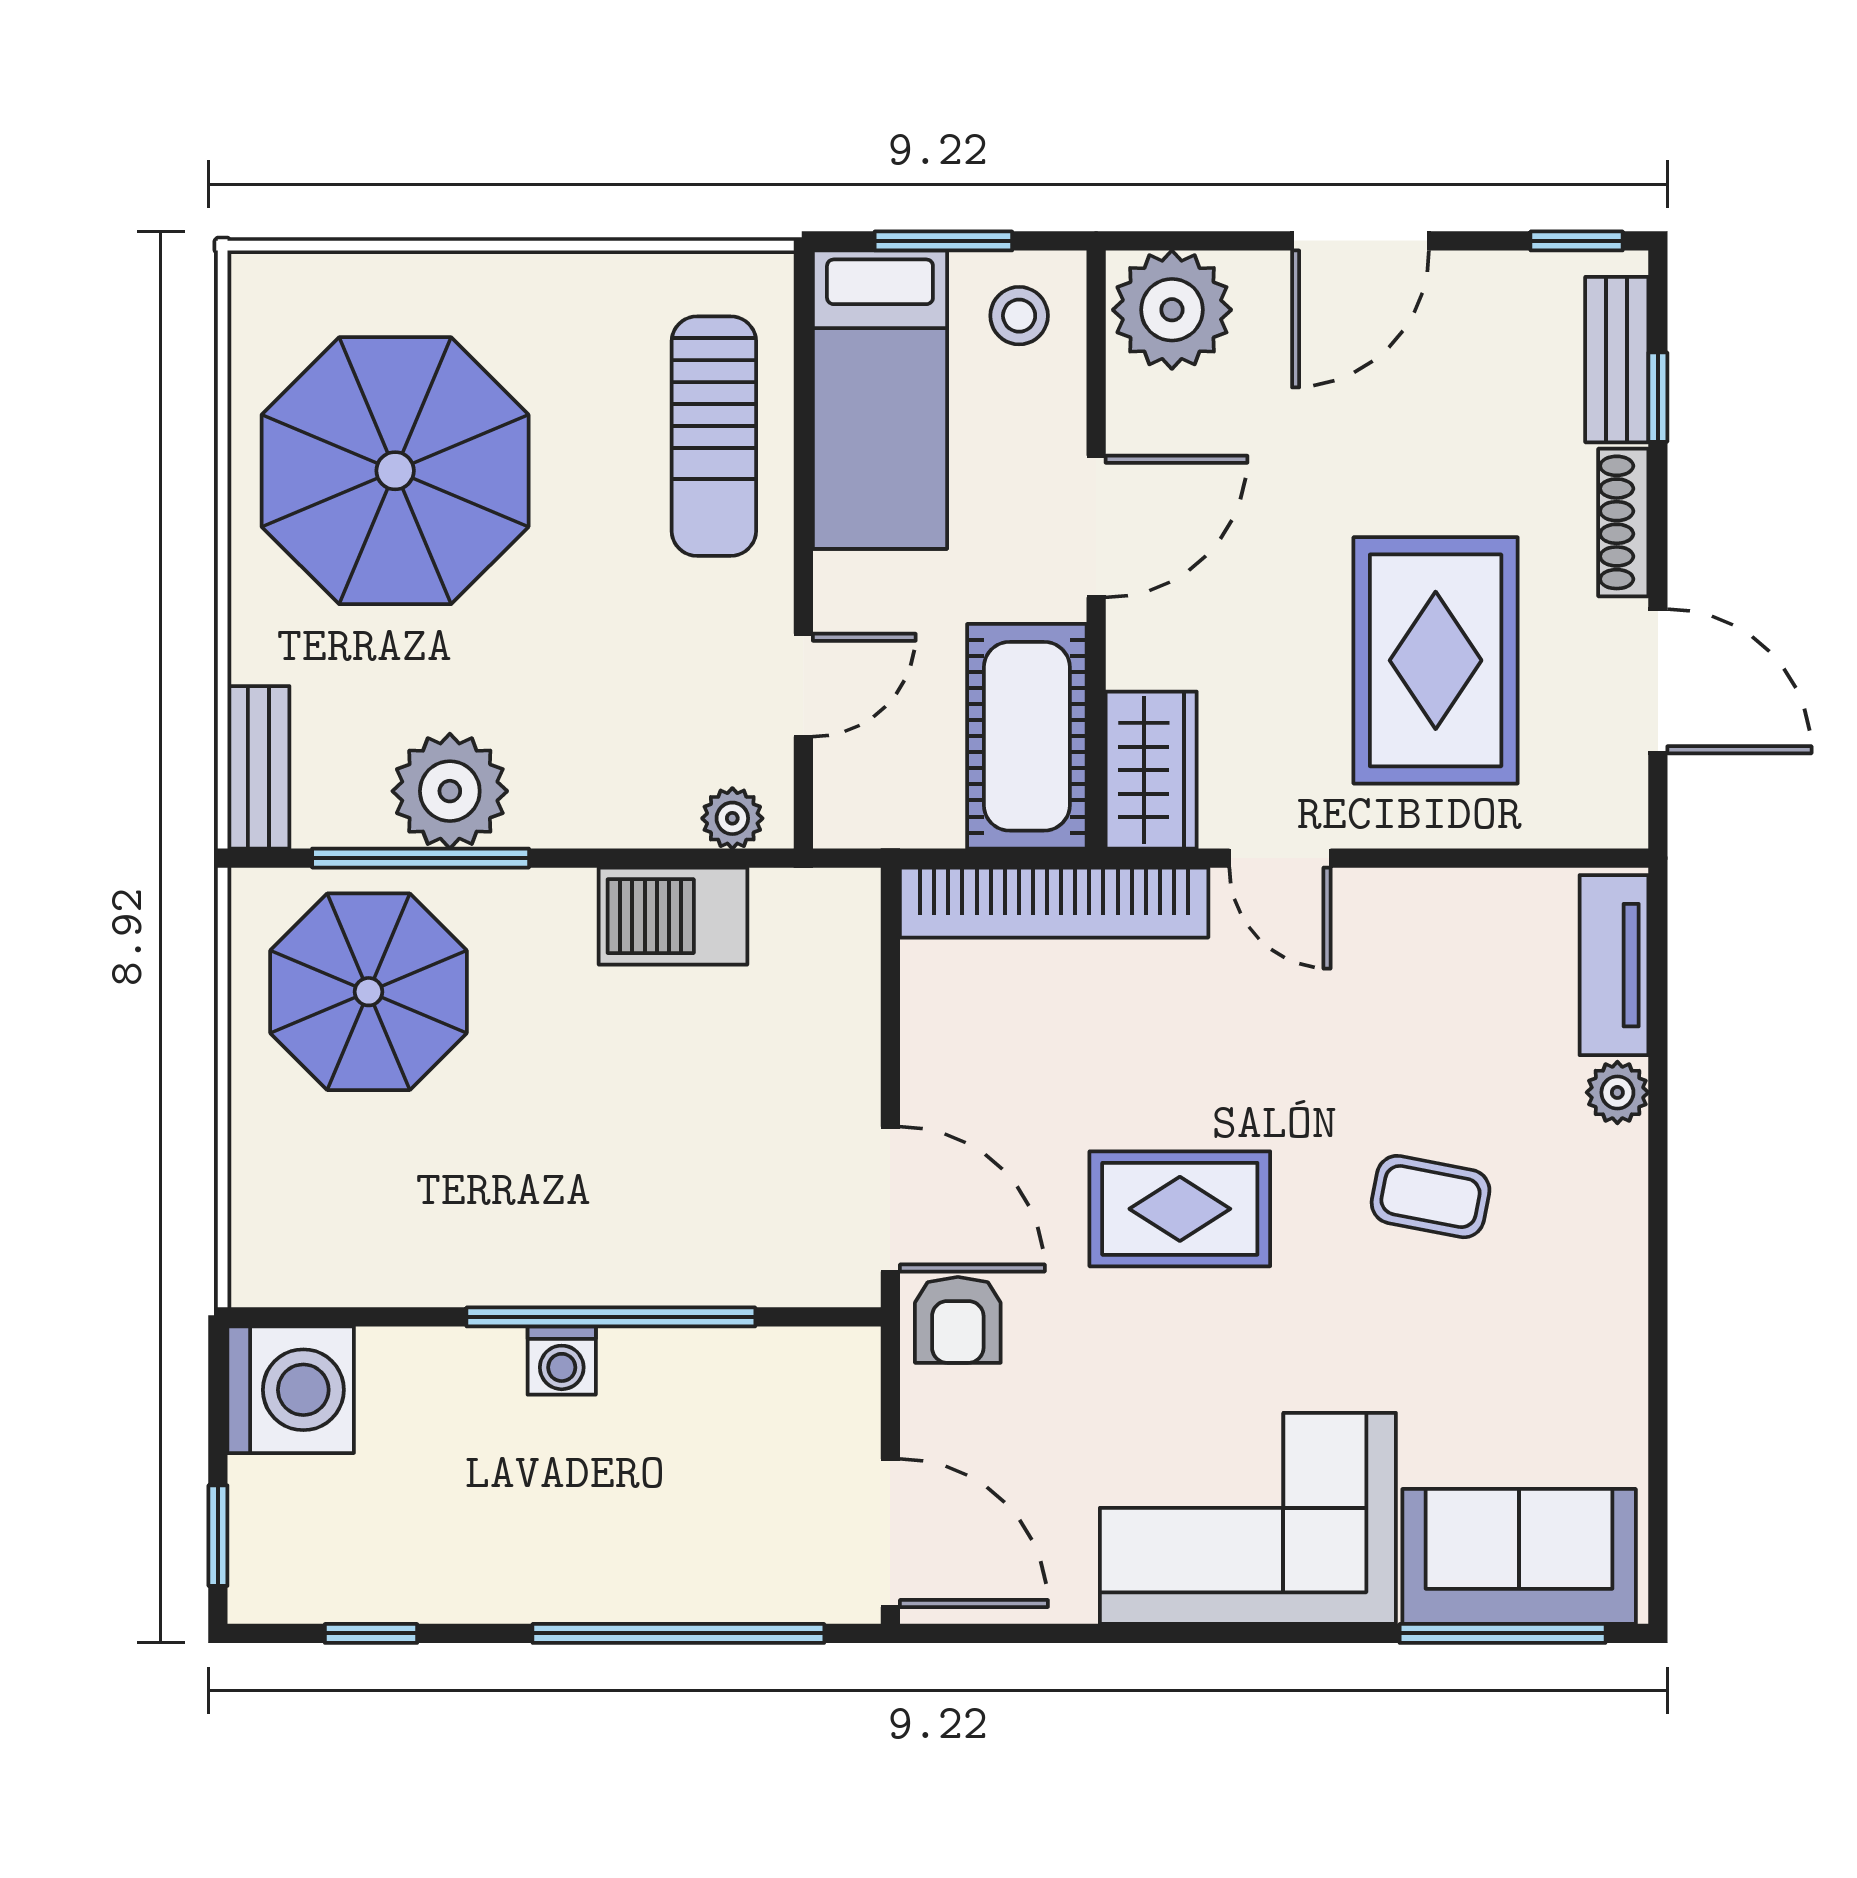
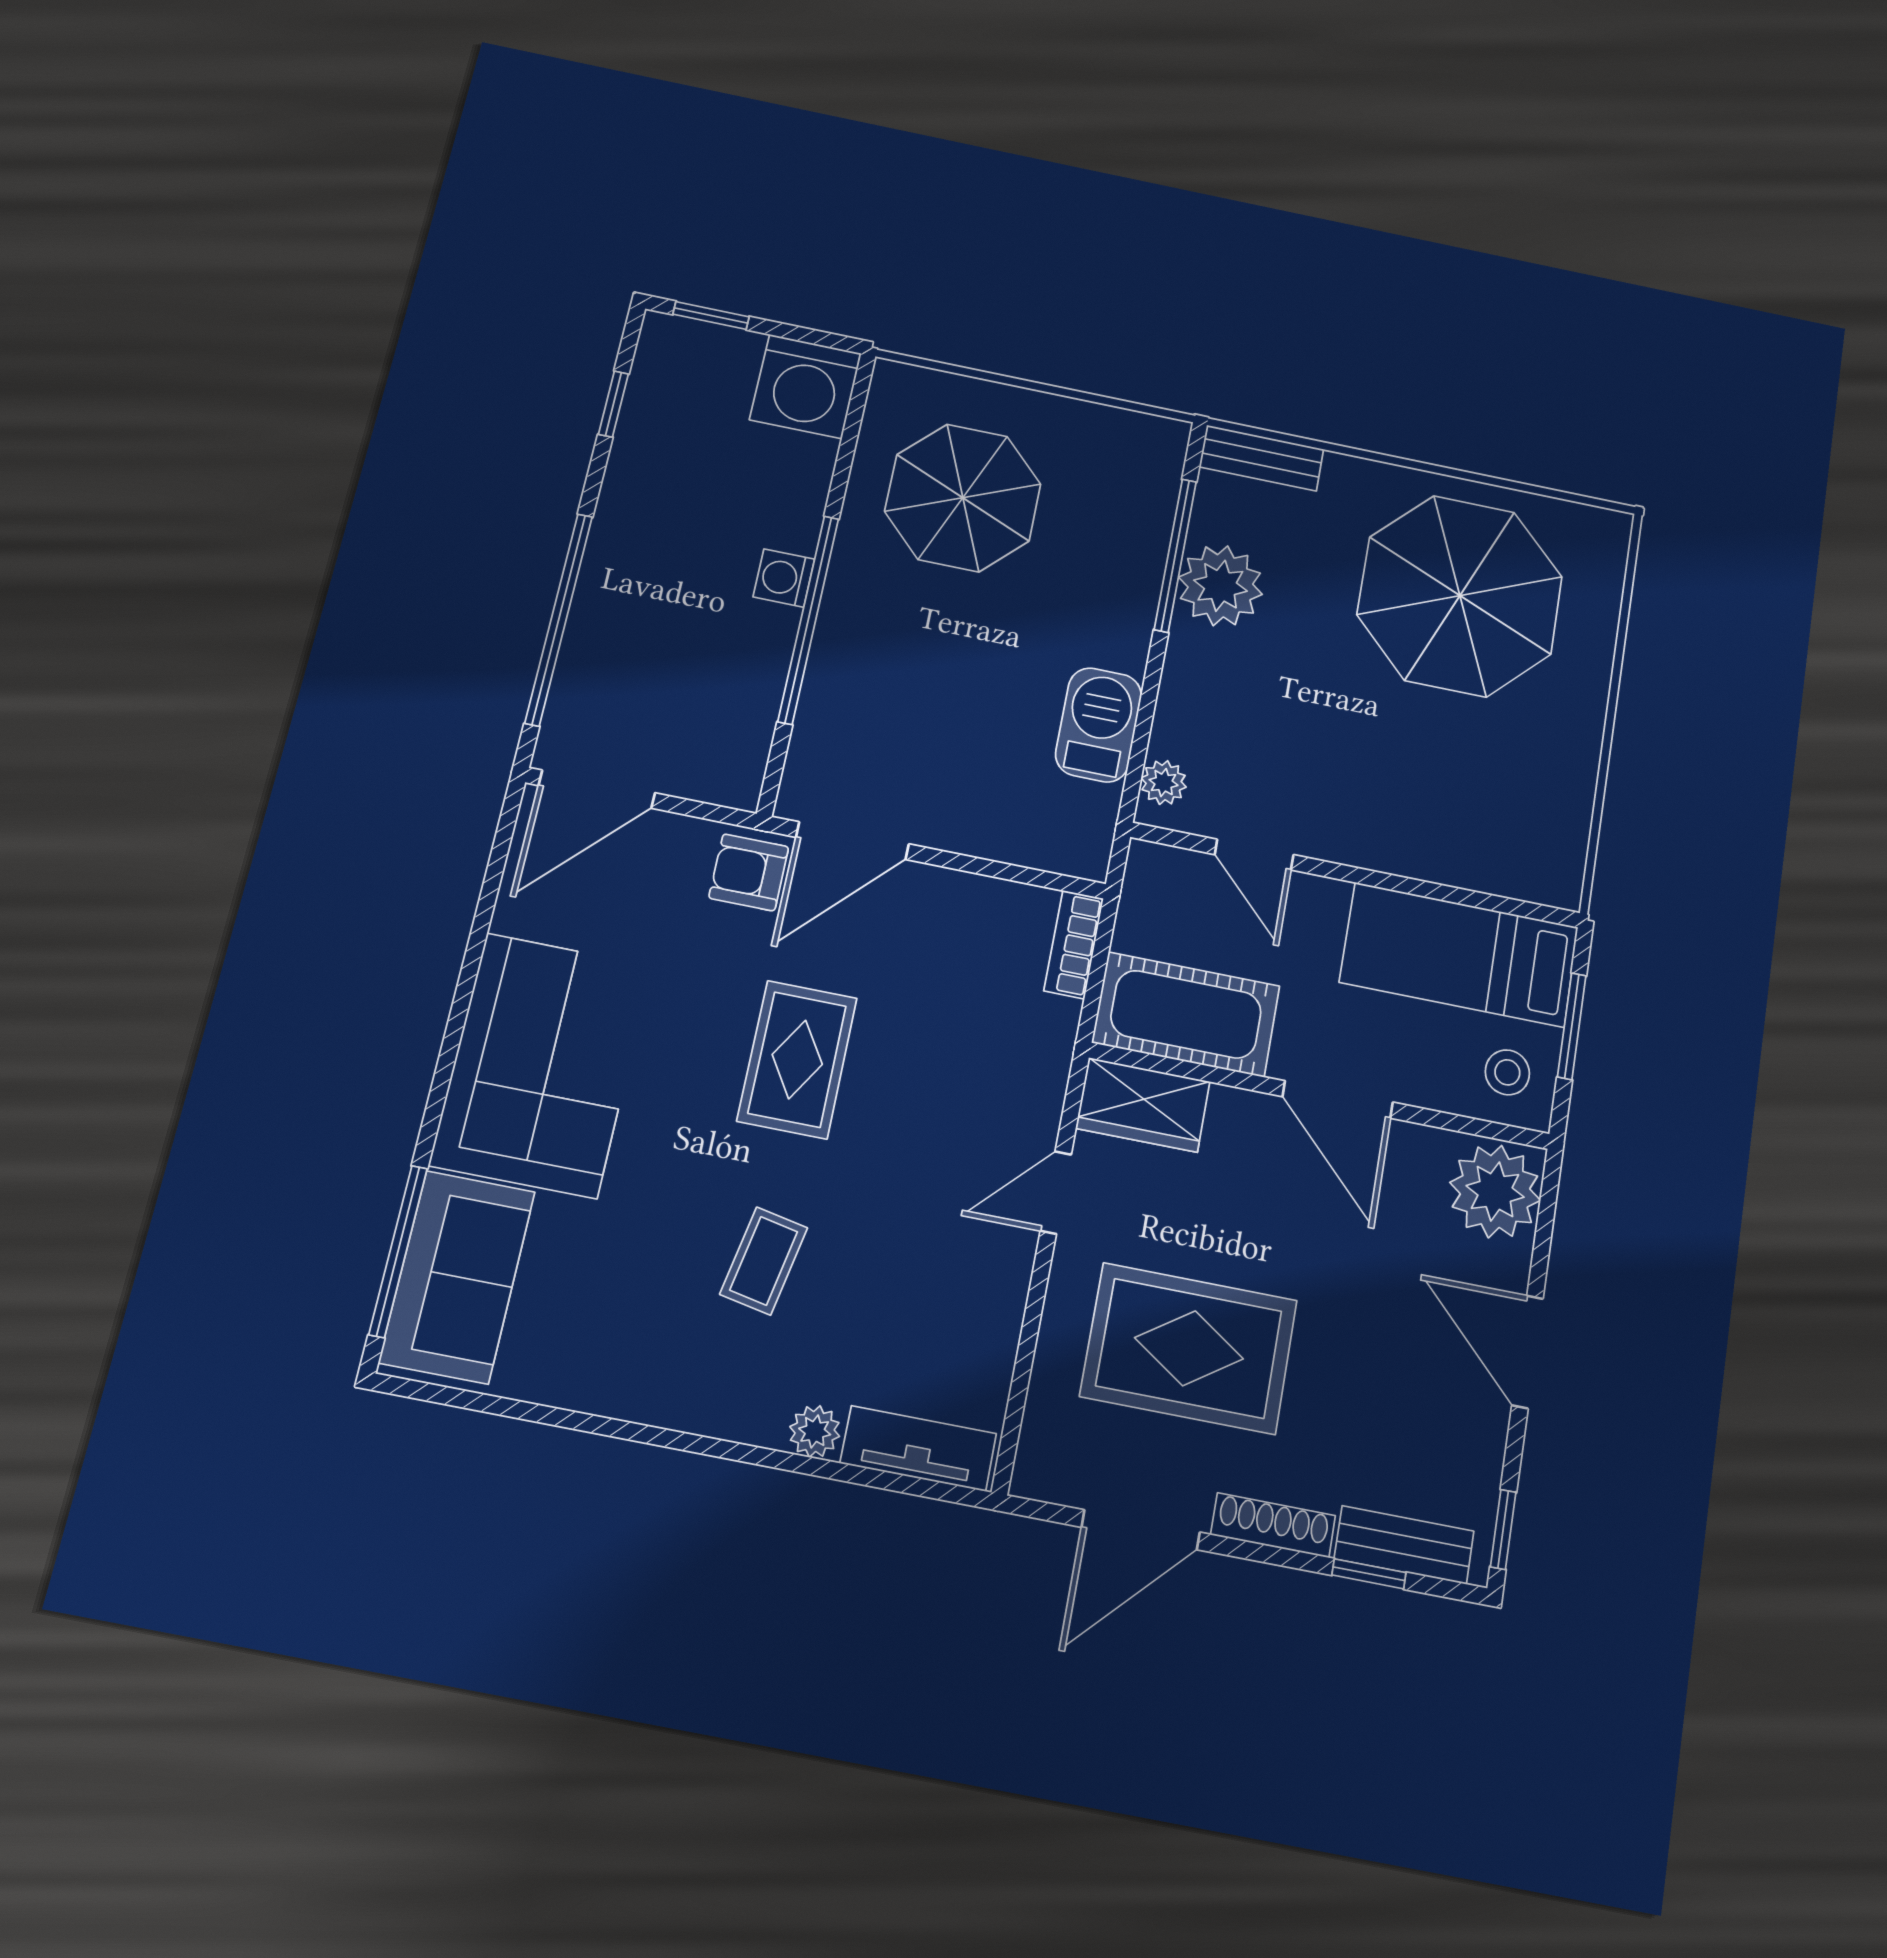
sun lounger: (714, 436) -> (1451, 827), removed
bookcase: (1054, 903) -> (1074, 944), width x0.43, depth x0.76
parasol: (369, 992) -> (963, 498), moved

